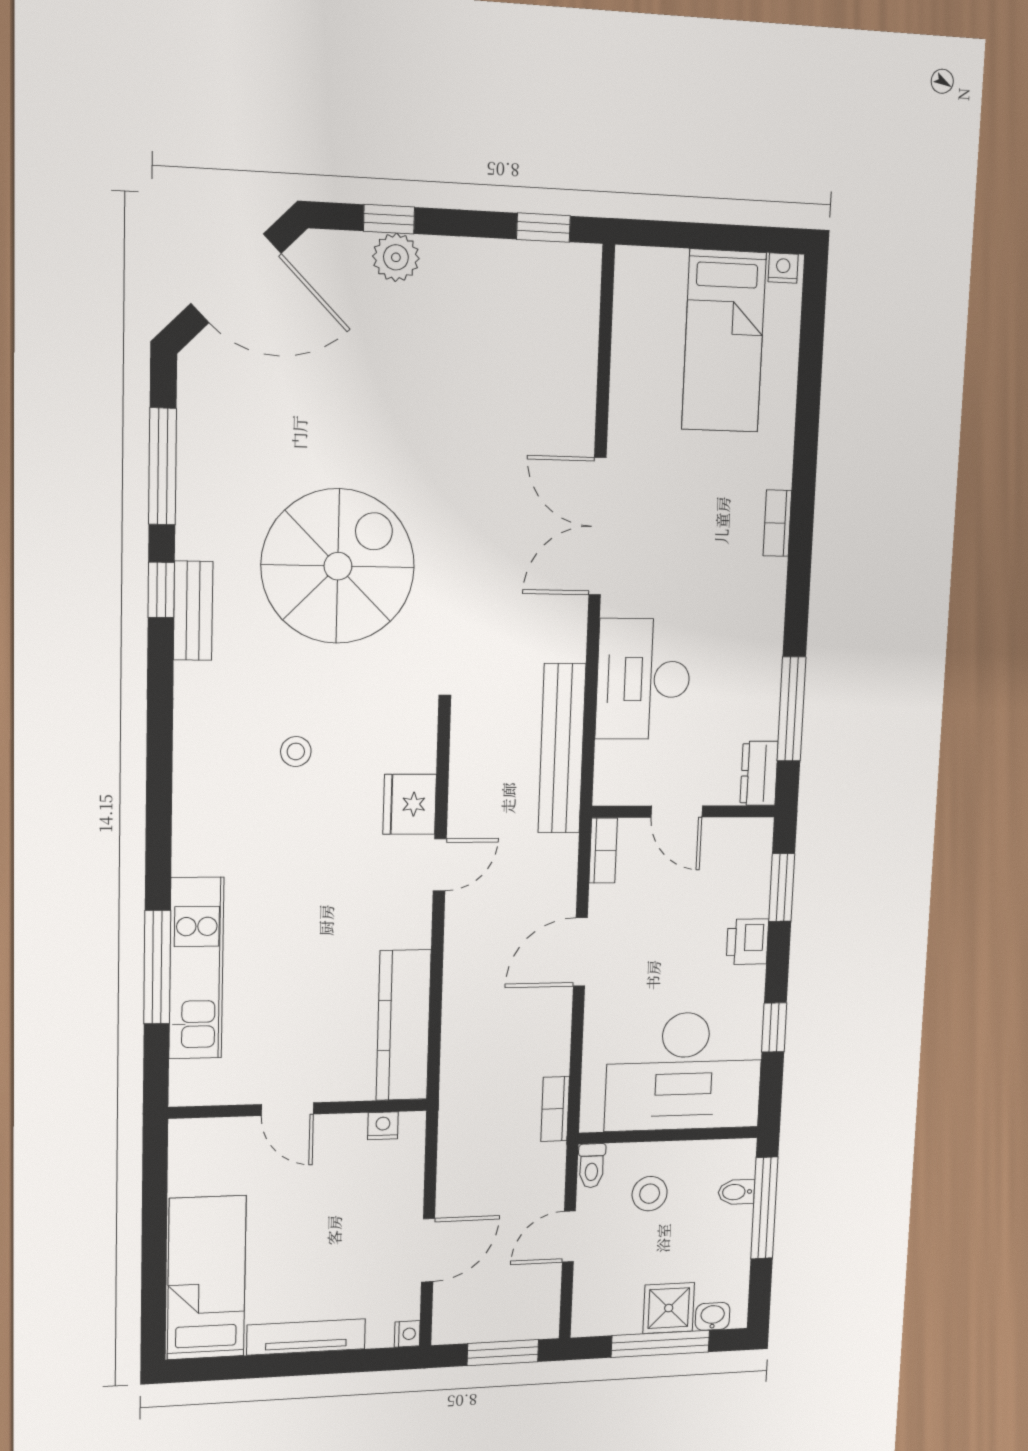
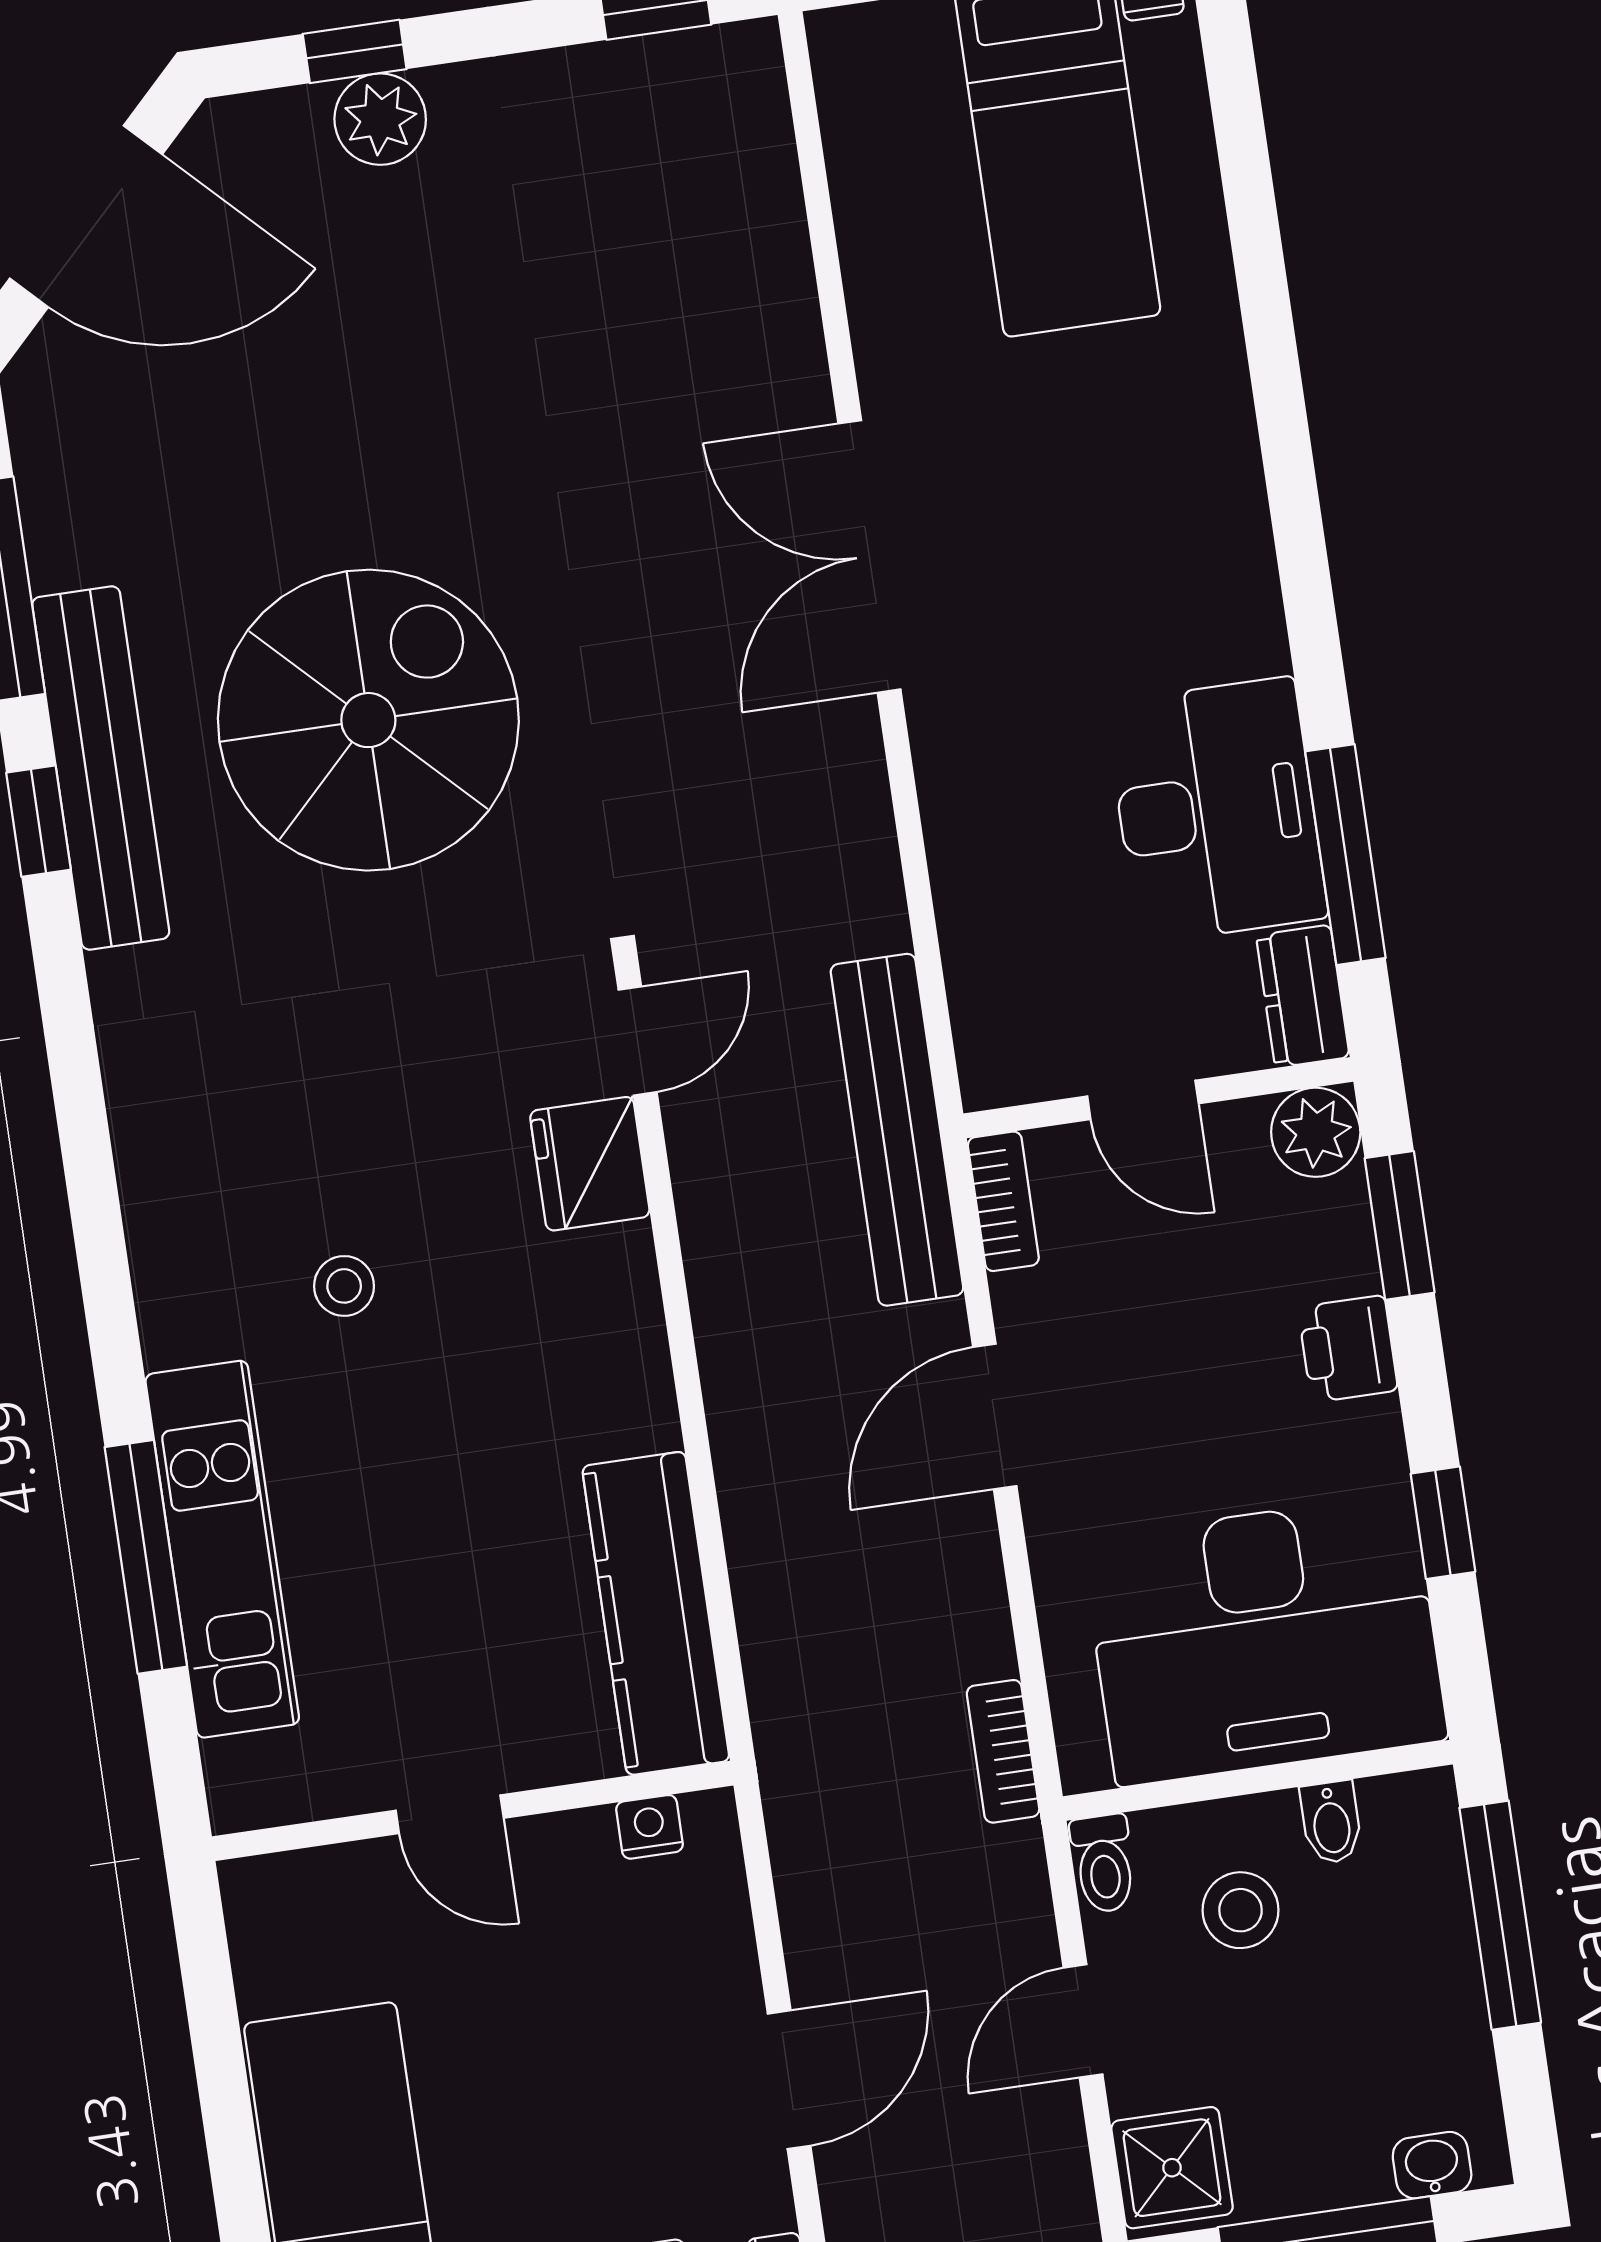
bookcase: (777, 523) -> (1240, 486), removed
bench: (193, 611) -> (101, 768), width x1.86, depth x1.21
desk: (643, 679) -> (1216, 810), moved, turned 180
bench: (562, 748) -> (897, 1130), moved
stool: (296, 751) -> (344, 1286), moved
plant: (753, 838) -> (1316, 1132), added
door: (440, 865) -> (638, 1041), moved
bidet: (736, 1192) -> (1331, 1822), moved, turned -90
shower: (669, 1308) -> (1172, 2168), moved

